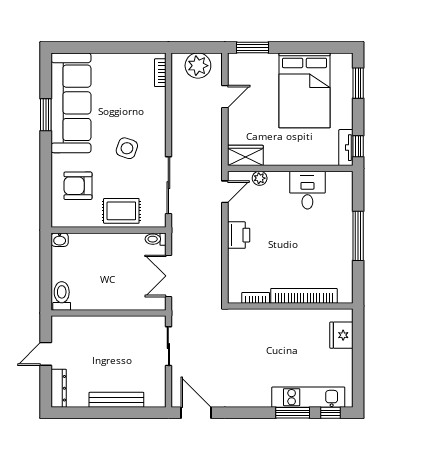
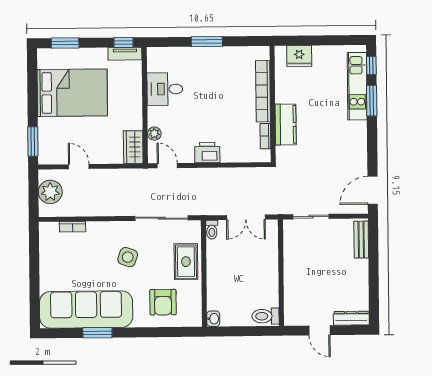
bookcase: (160, 73) -> (72, 227), moved
window: (358, 236) -> (207, 42), width x0.69
kitchen counter: (268, 320) -> (286, 124), added
bench: (116, 400) -> (361, 240), moved, width x0.73

